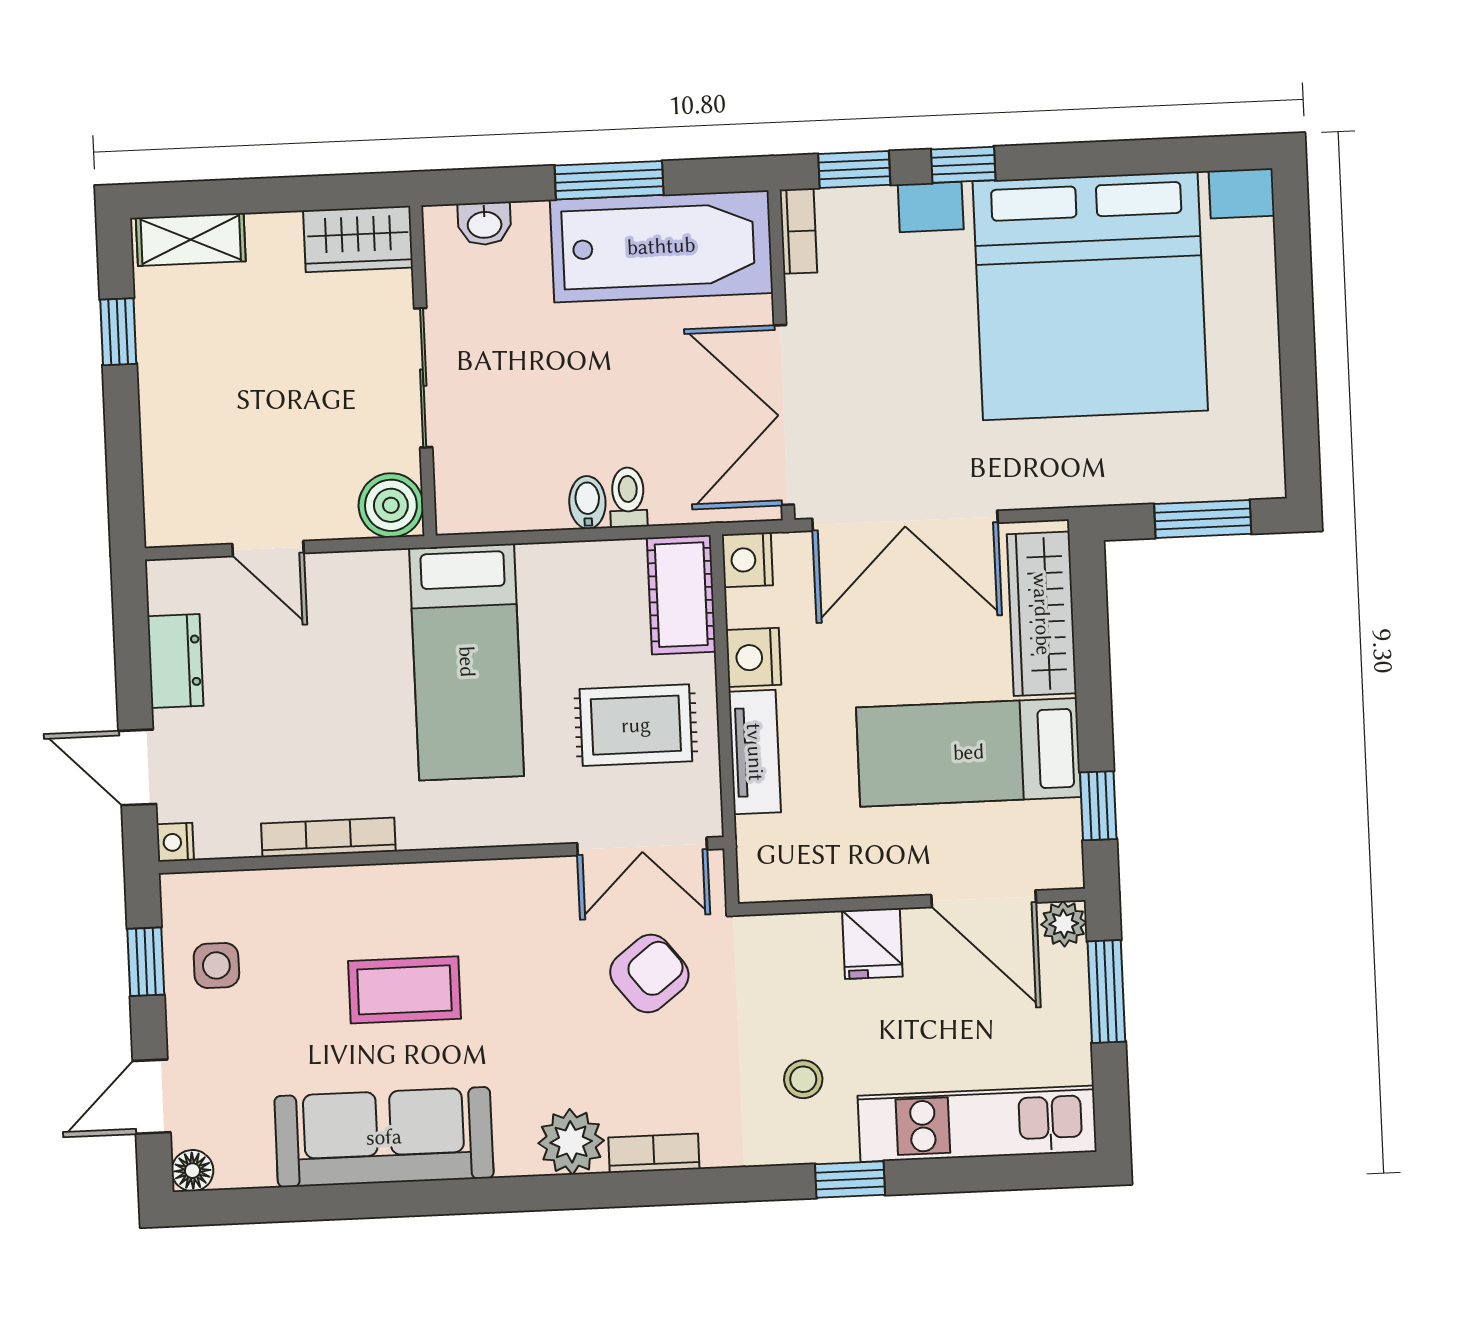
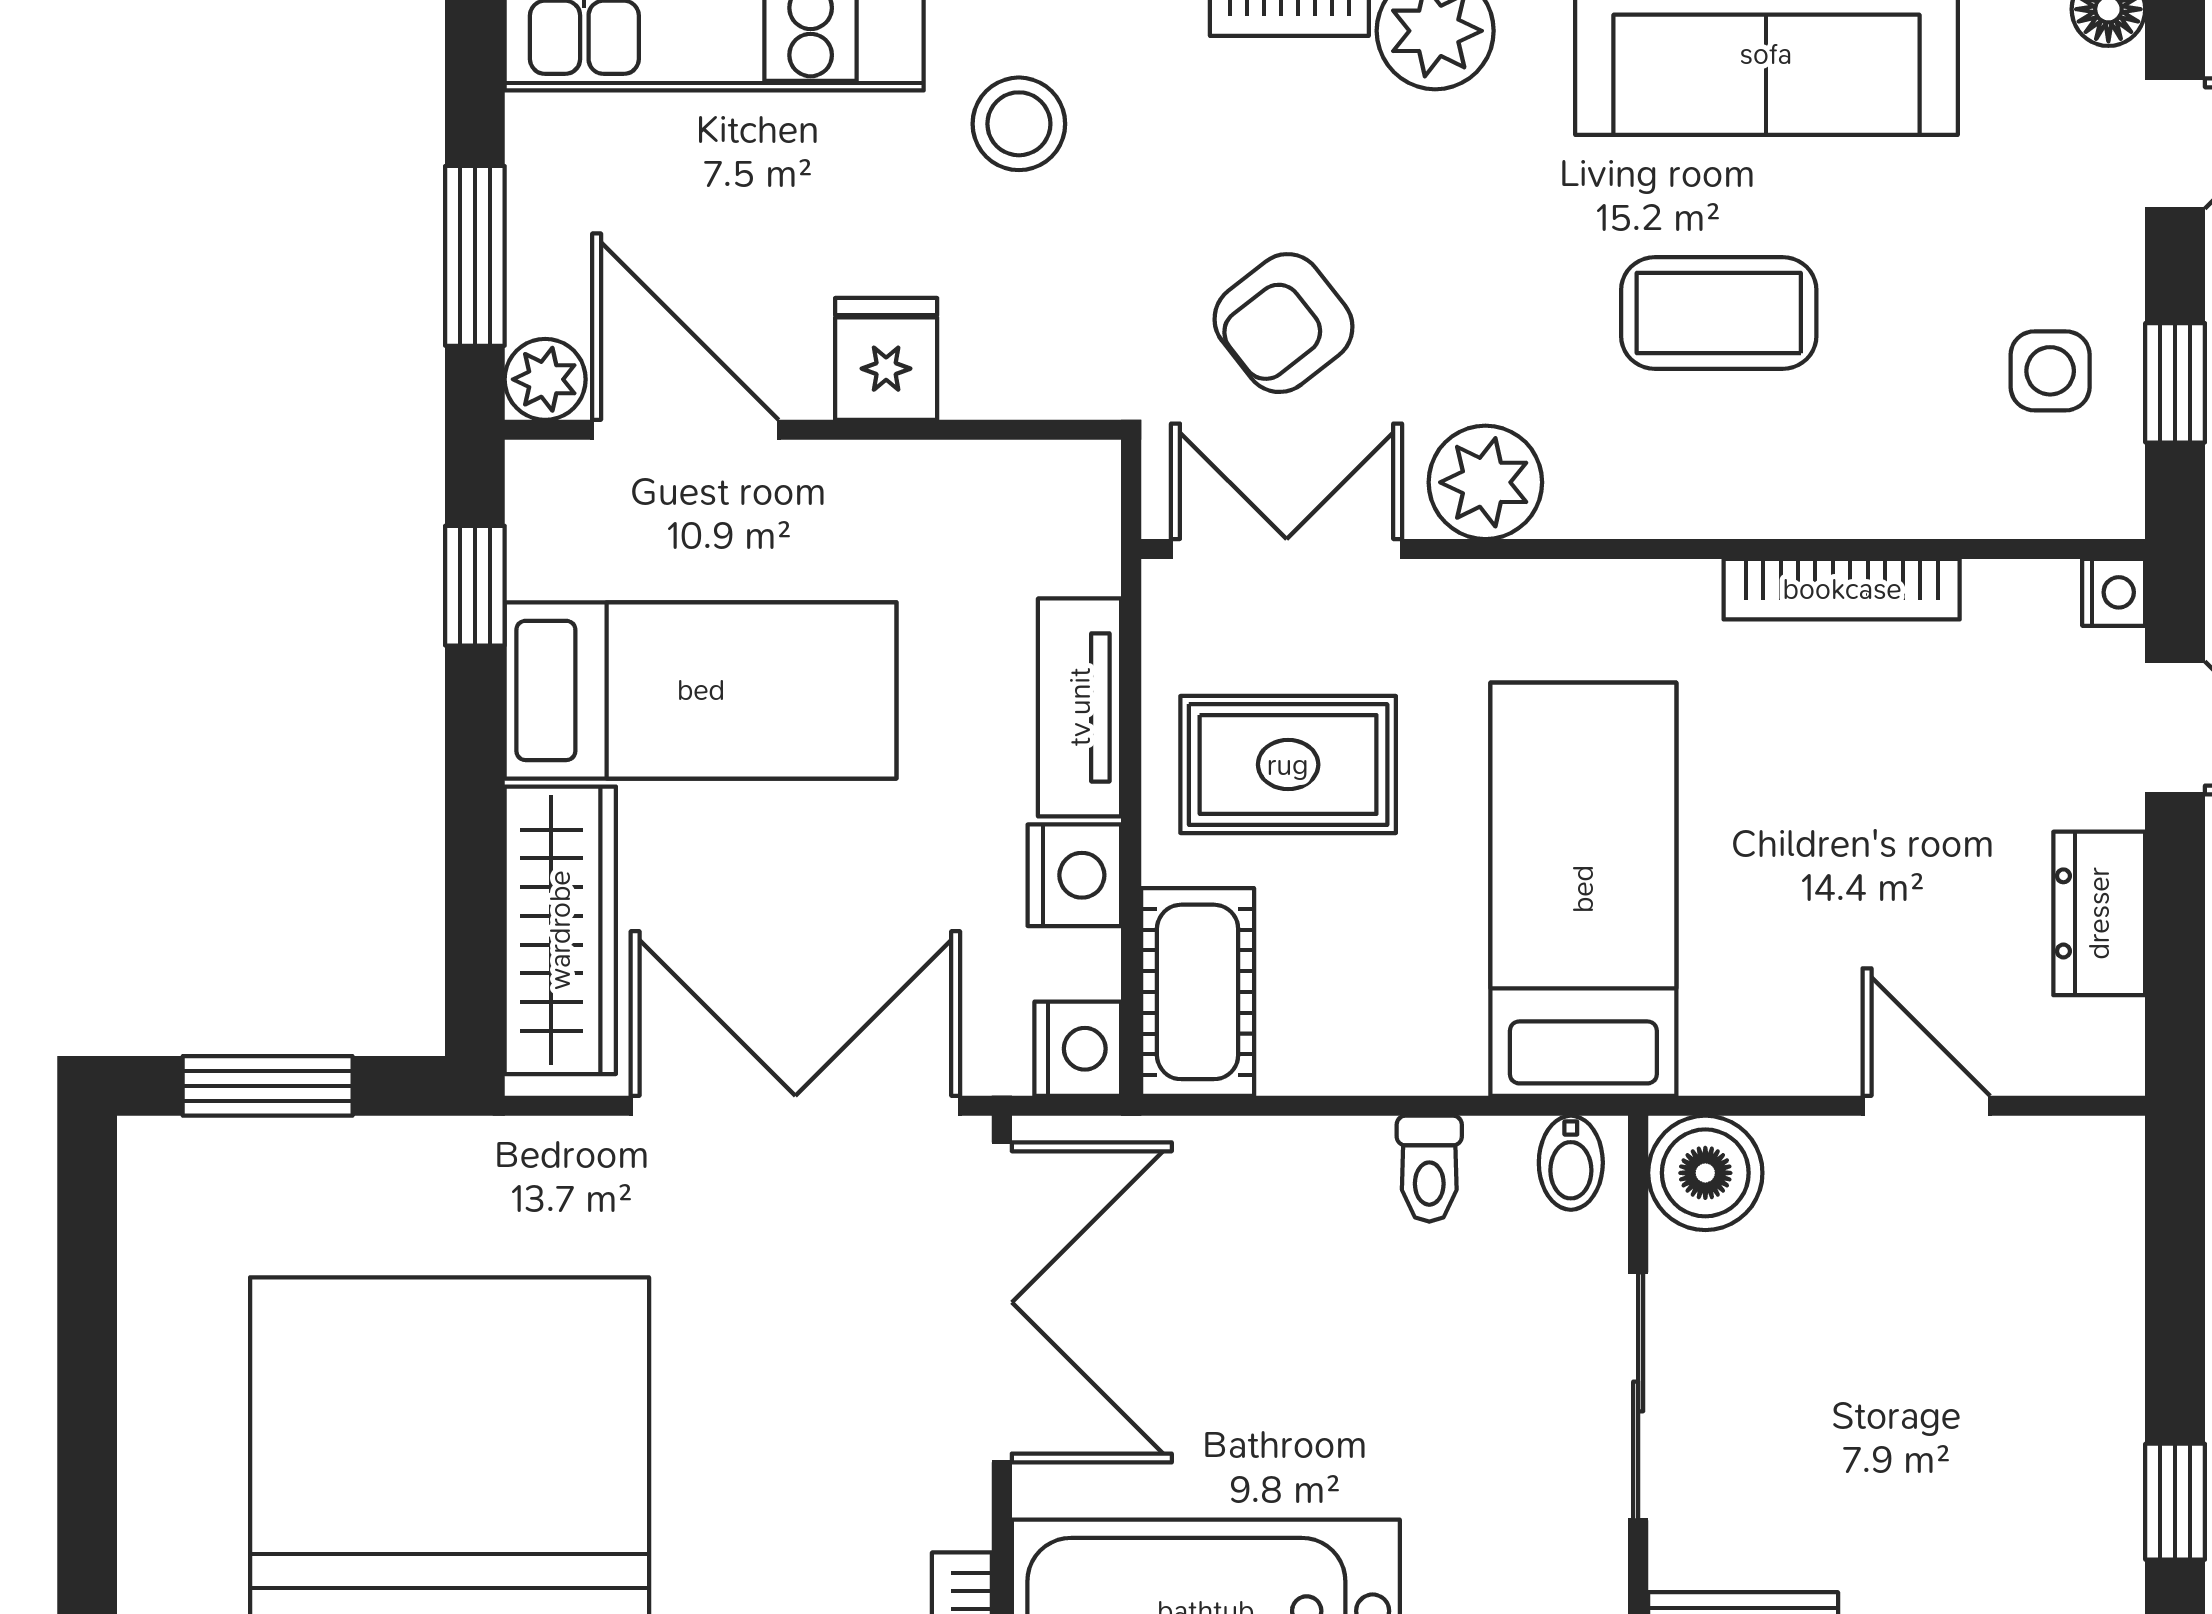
toilet: (628, 497) -> (1429, 1169), moved
bidet: (587, 502) -> (1571, 1163), moved
plant: (532, 889) -> (1485, 482), added
stool: (803, 1079) -> (1019, 124), width x1.37, depth x1.37

